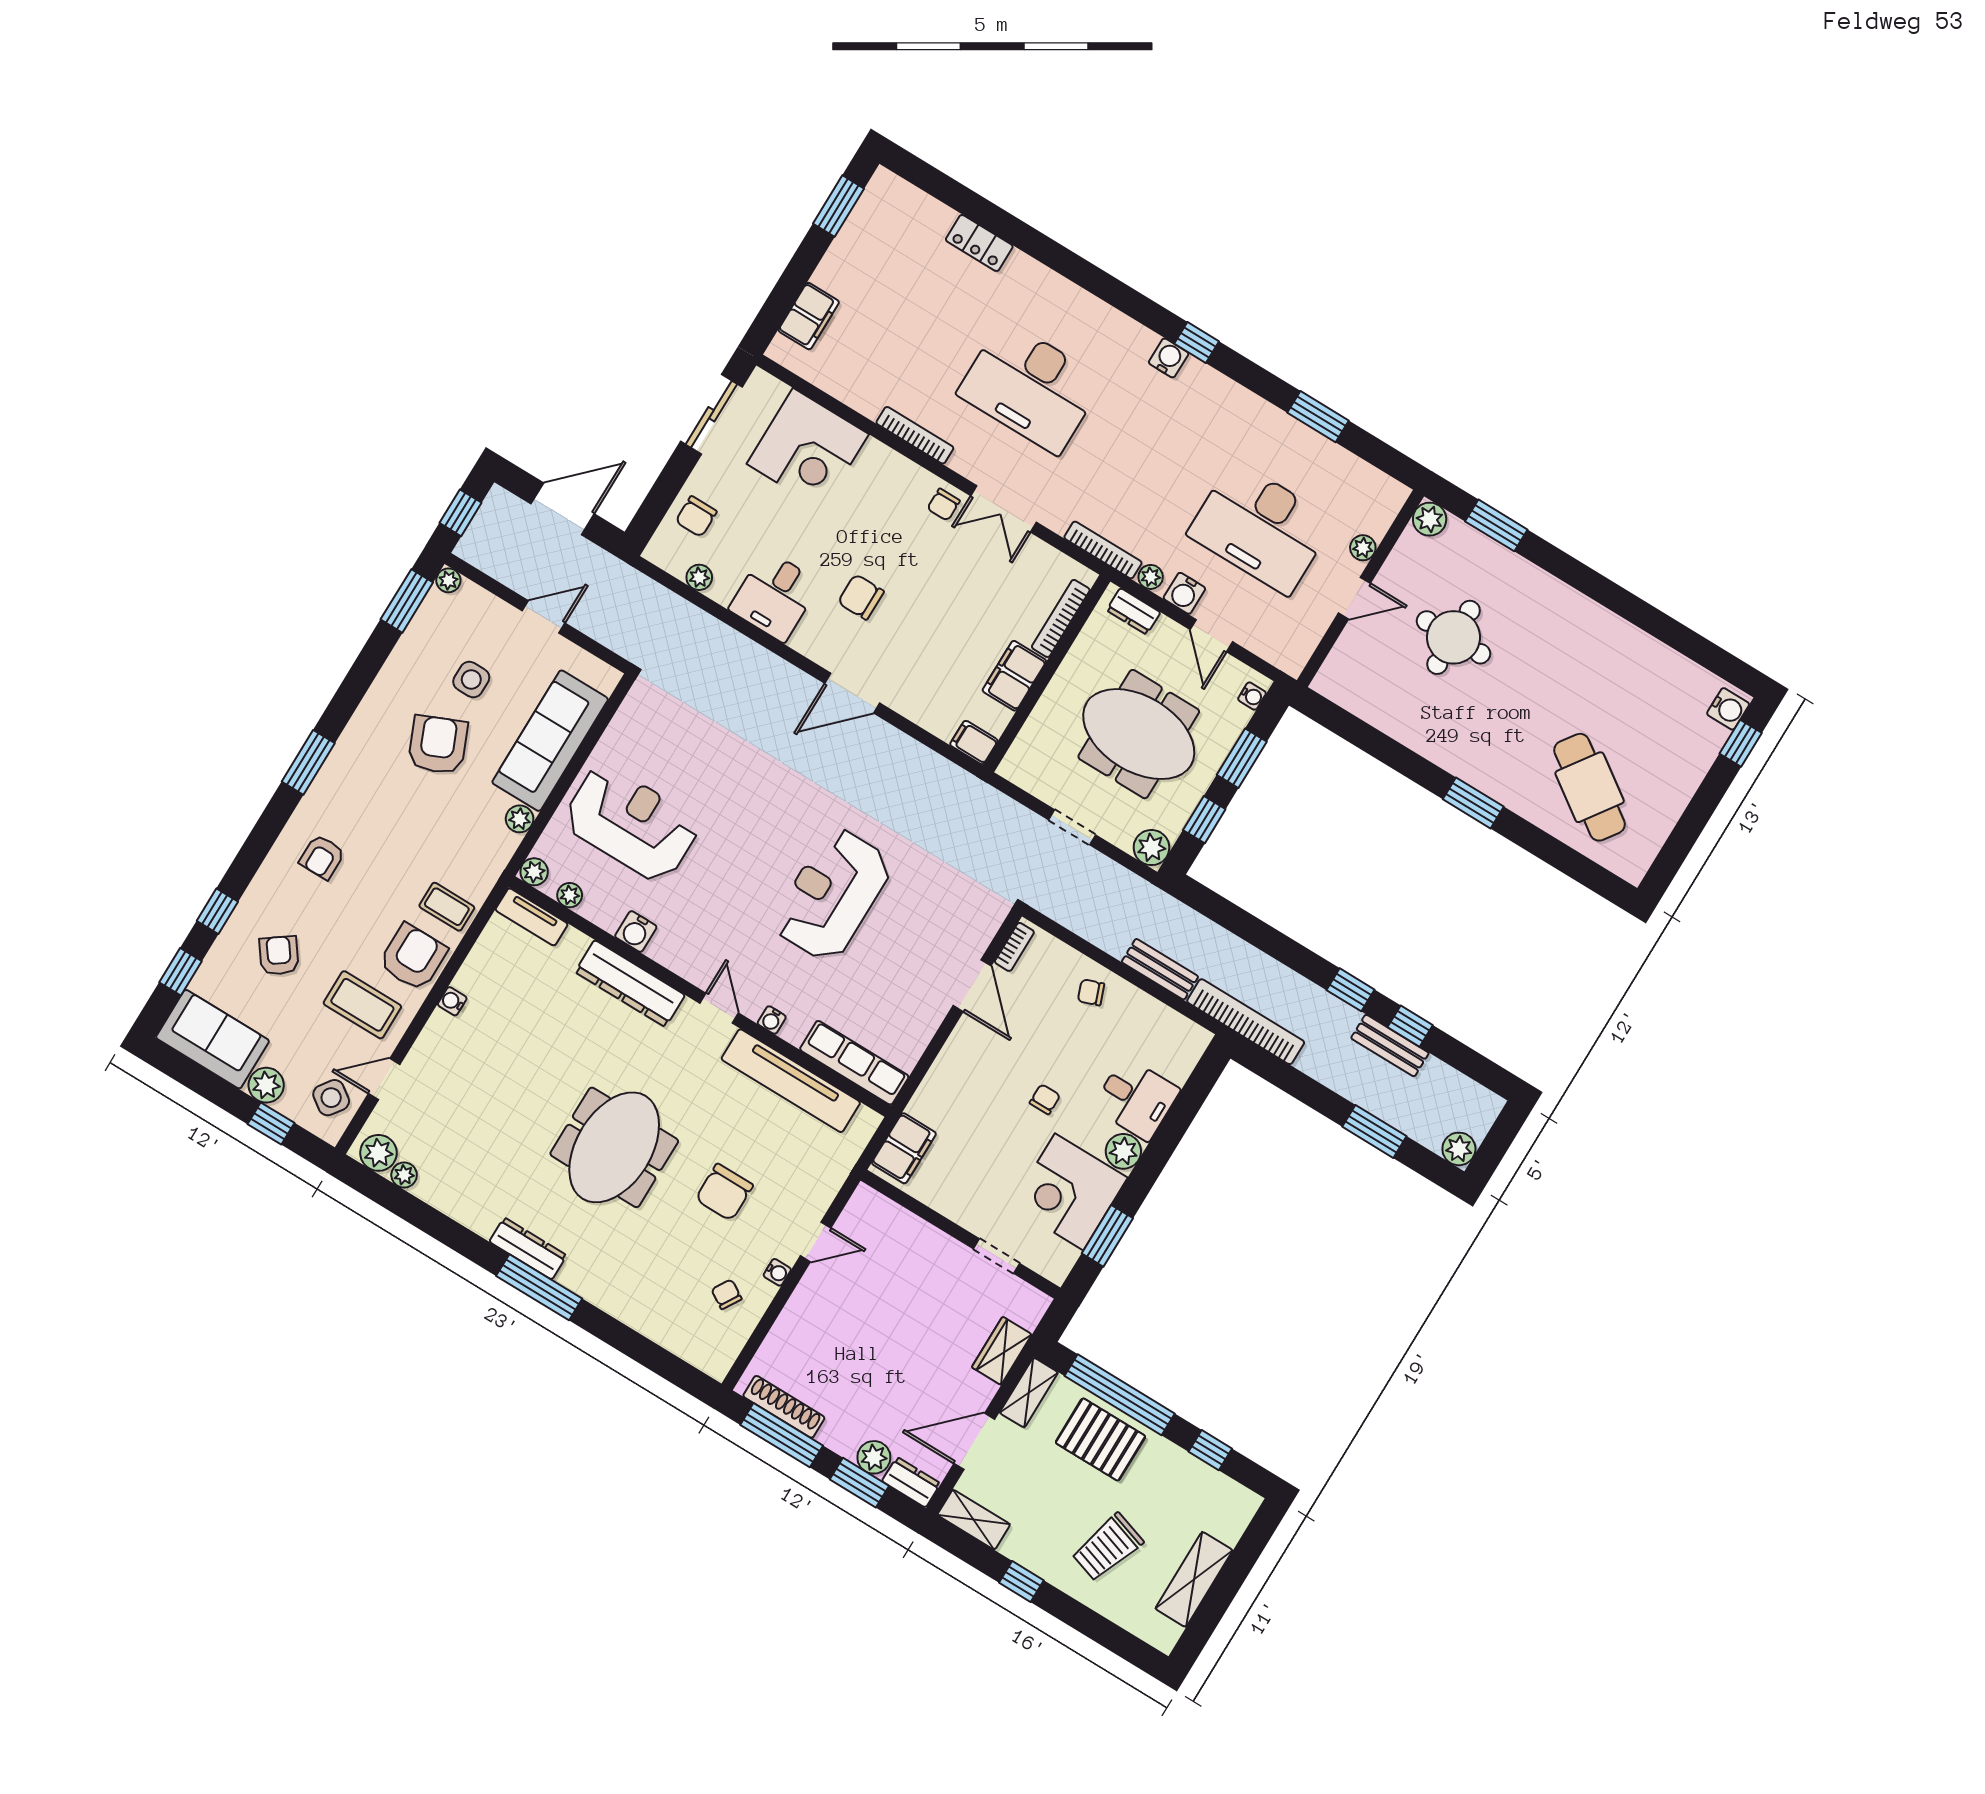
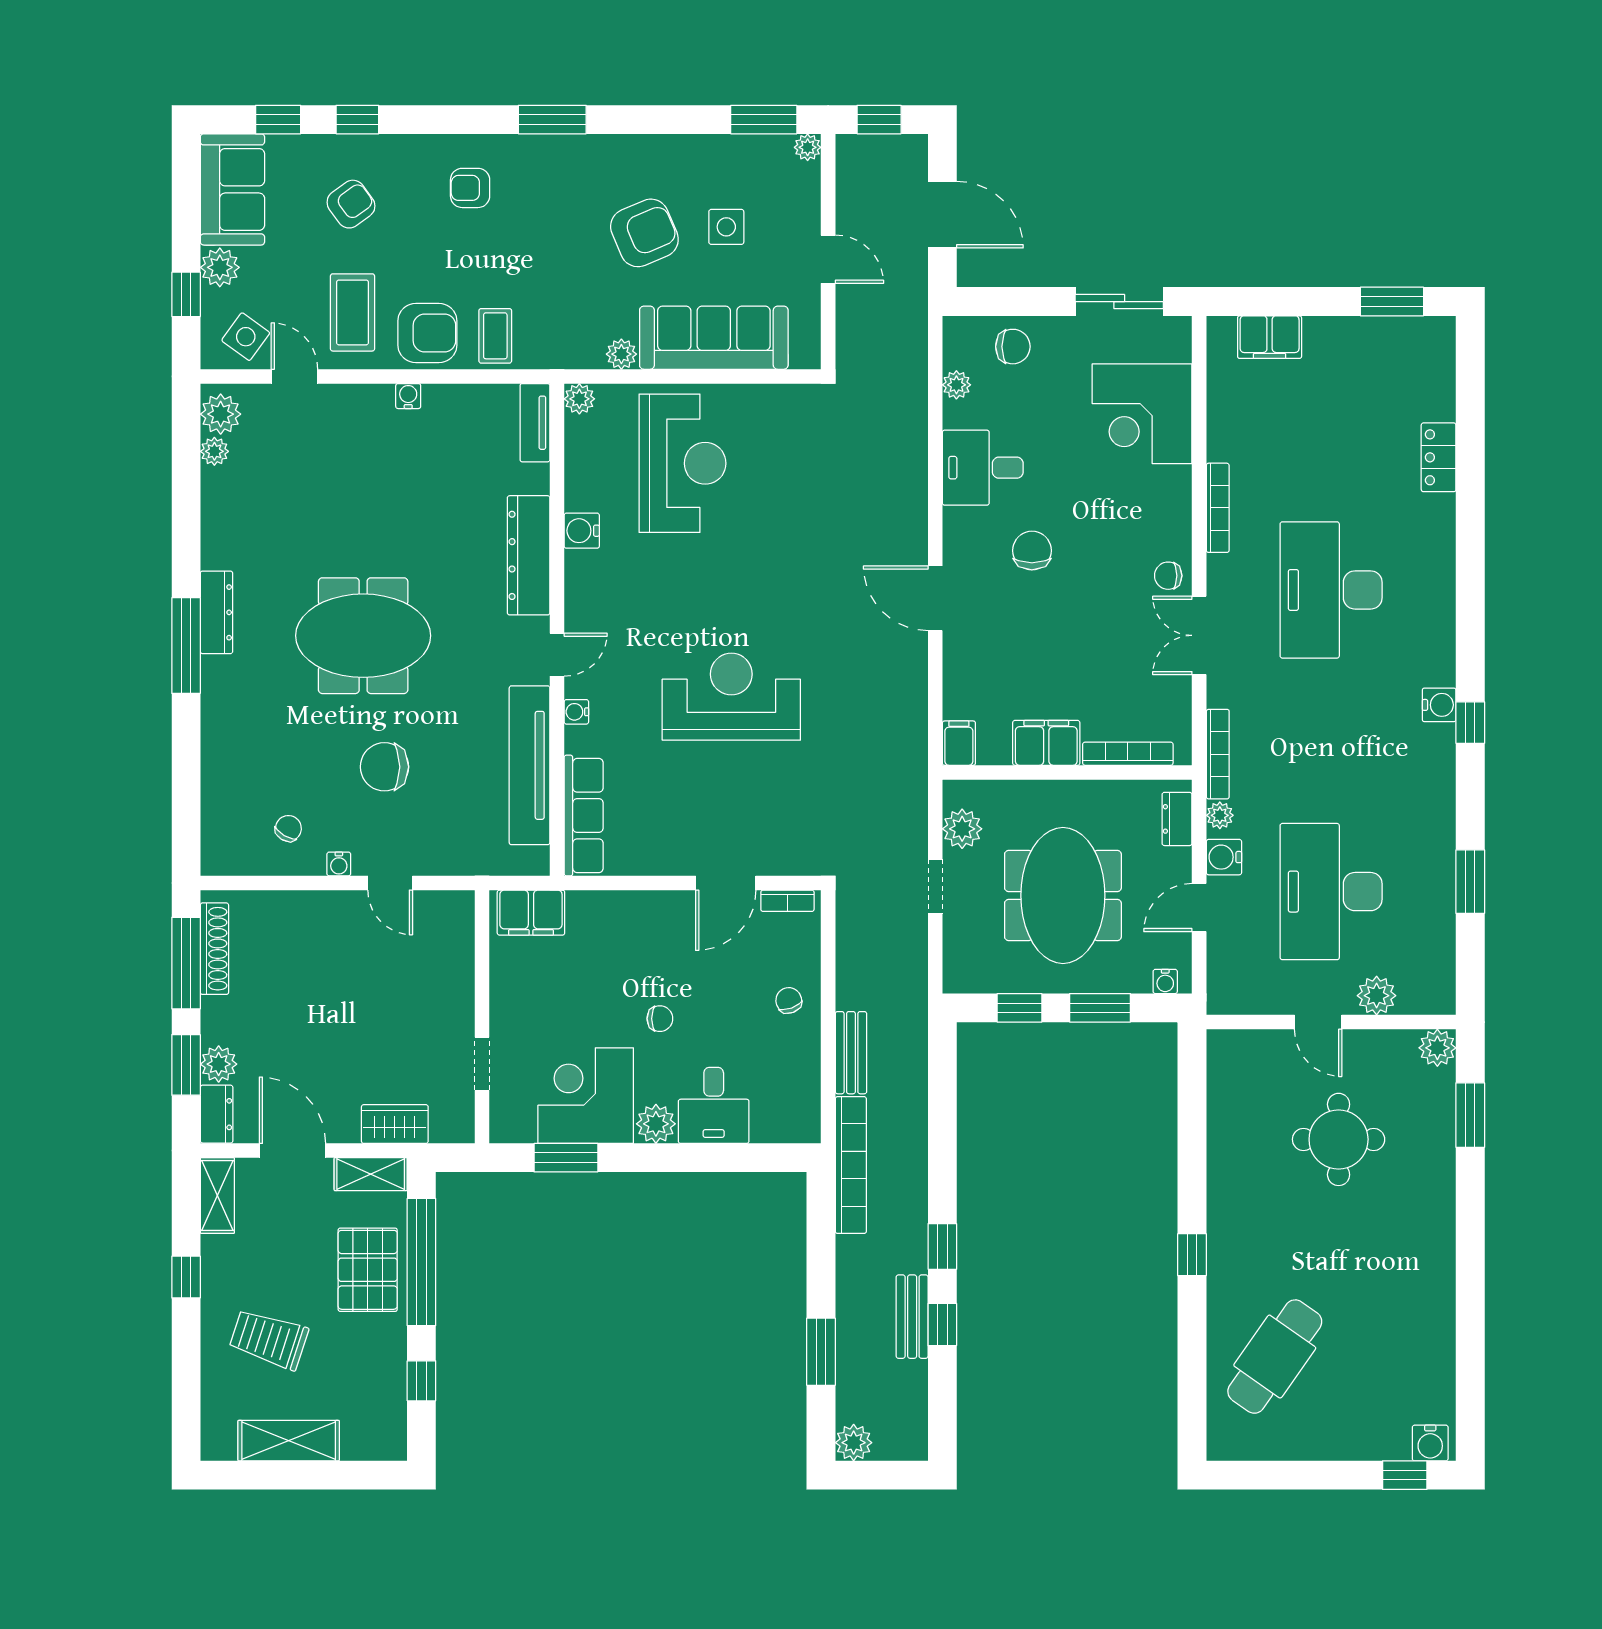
chair: (696, 516) -> (1013, 347), turned 180
plant: (1363, 548) -> (1377, 996), width x1.38, depth x1.38
window: (1473, 803) -> (1192, 1255), width x0.67
plant: (1151, 848) -> (962, 829), moved
plant: (570, 895) -> (578, 446), removed

